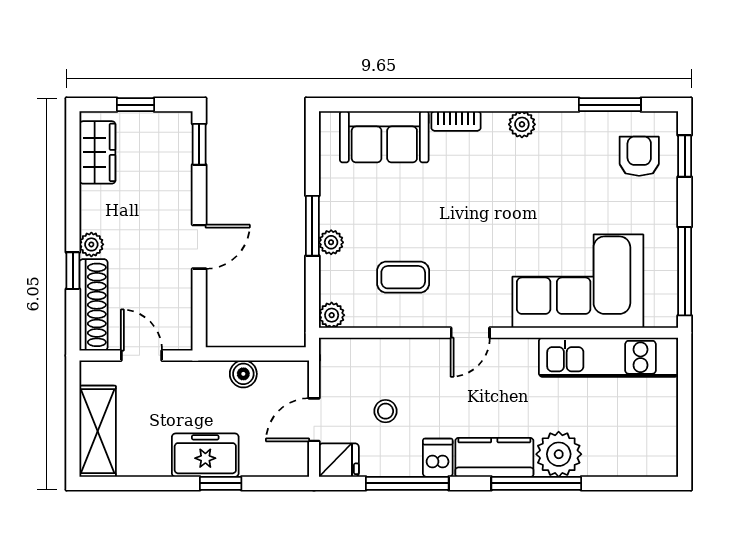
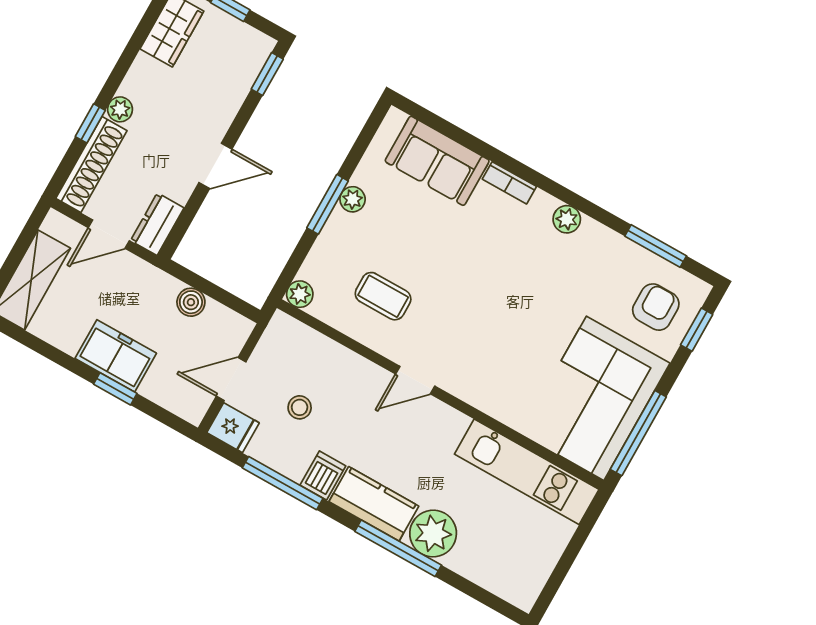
plant: (331, 242) -> (353, 199), moved
corner sofa: (578, 281) -> (595, 398), moved, turned -90
dresser: (178, 324) -> (157, 224), added
door: (141, 355) -> (109, 234), swing flipped

